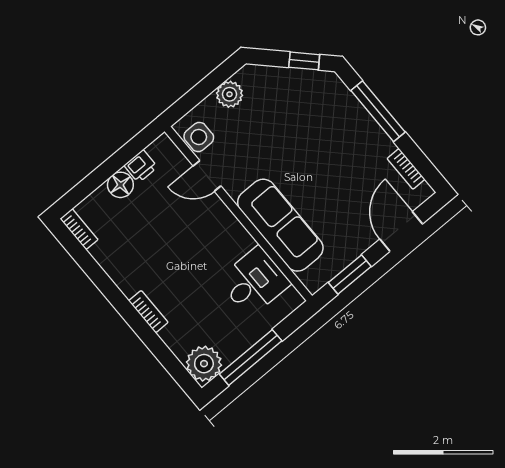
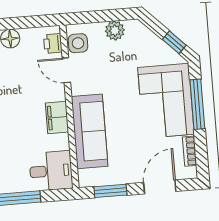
corner sofa: (341, 132) -> (166, 101), added
printer: (141, 166) -> (53, 43), moved, turned 90
filing cabinet: (234, 235) -> (57, 118), added
desk: (254, 282) -> (51, 171), moved

